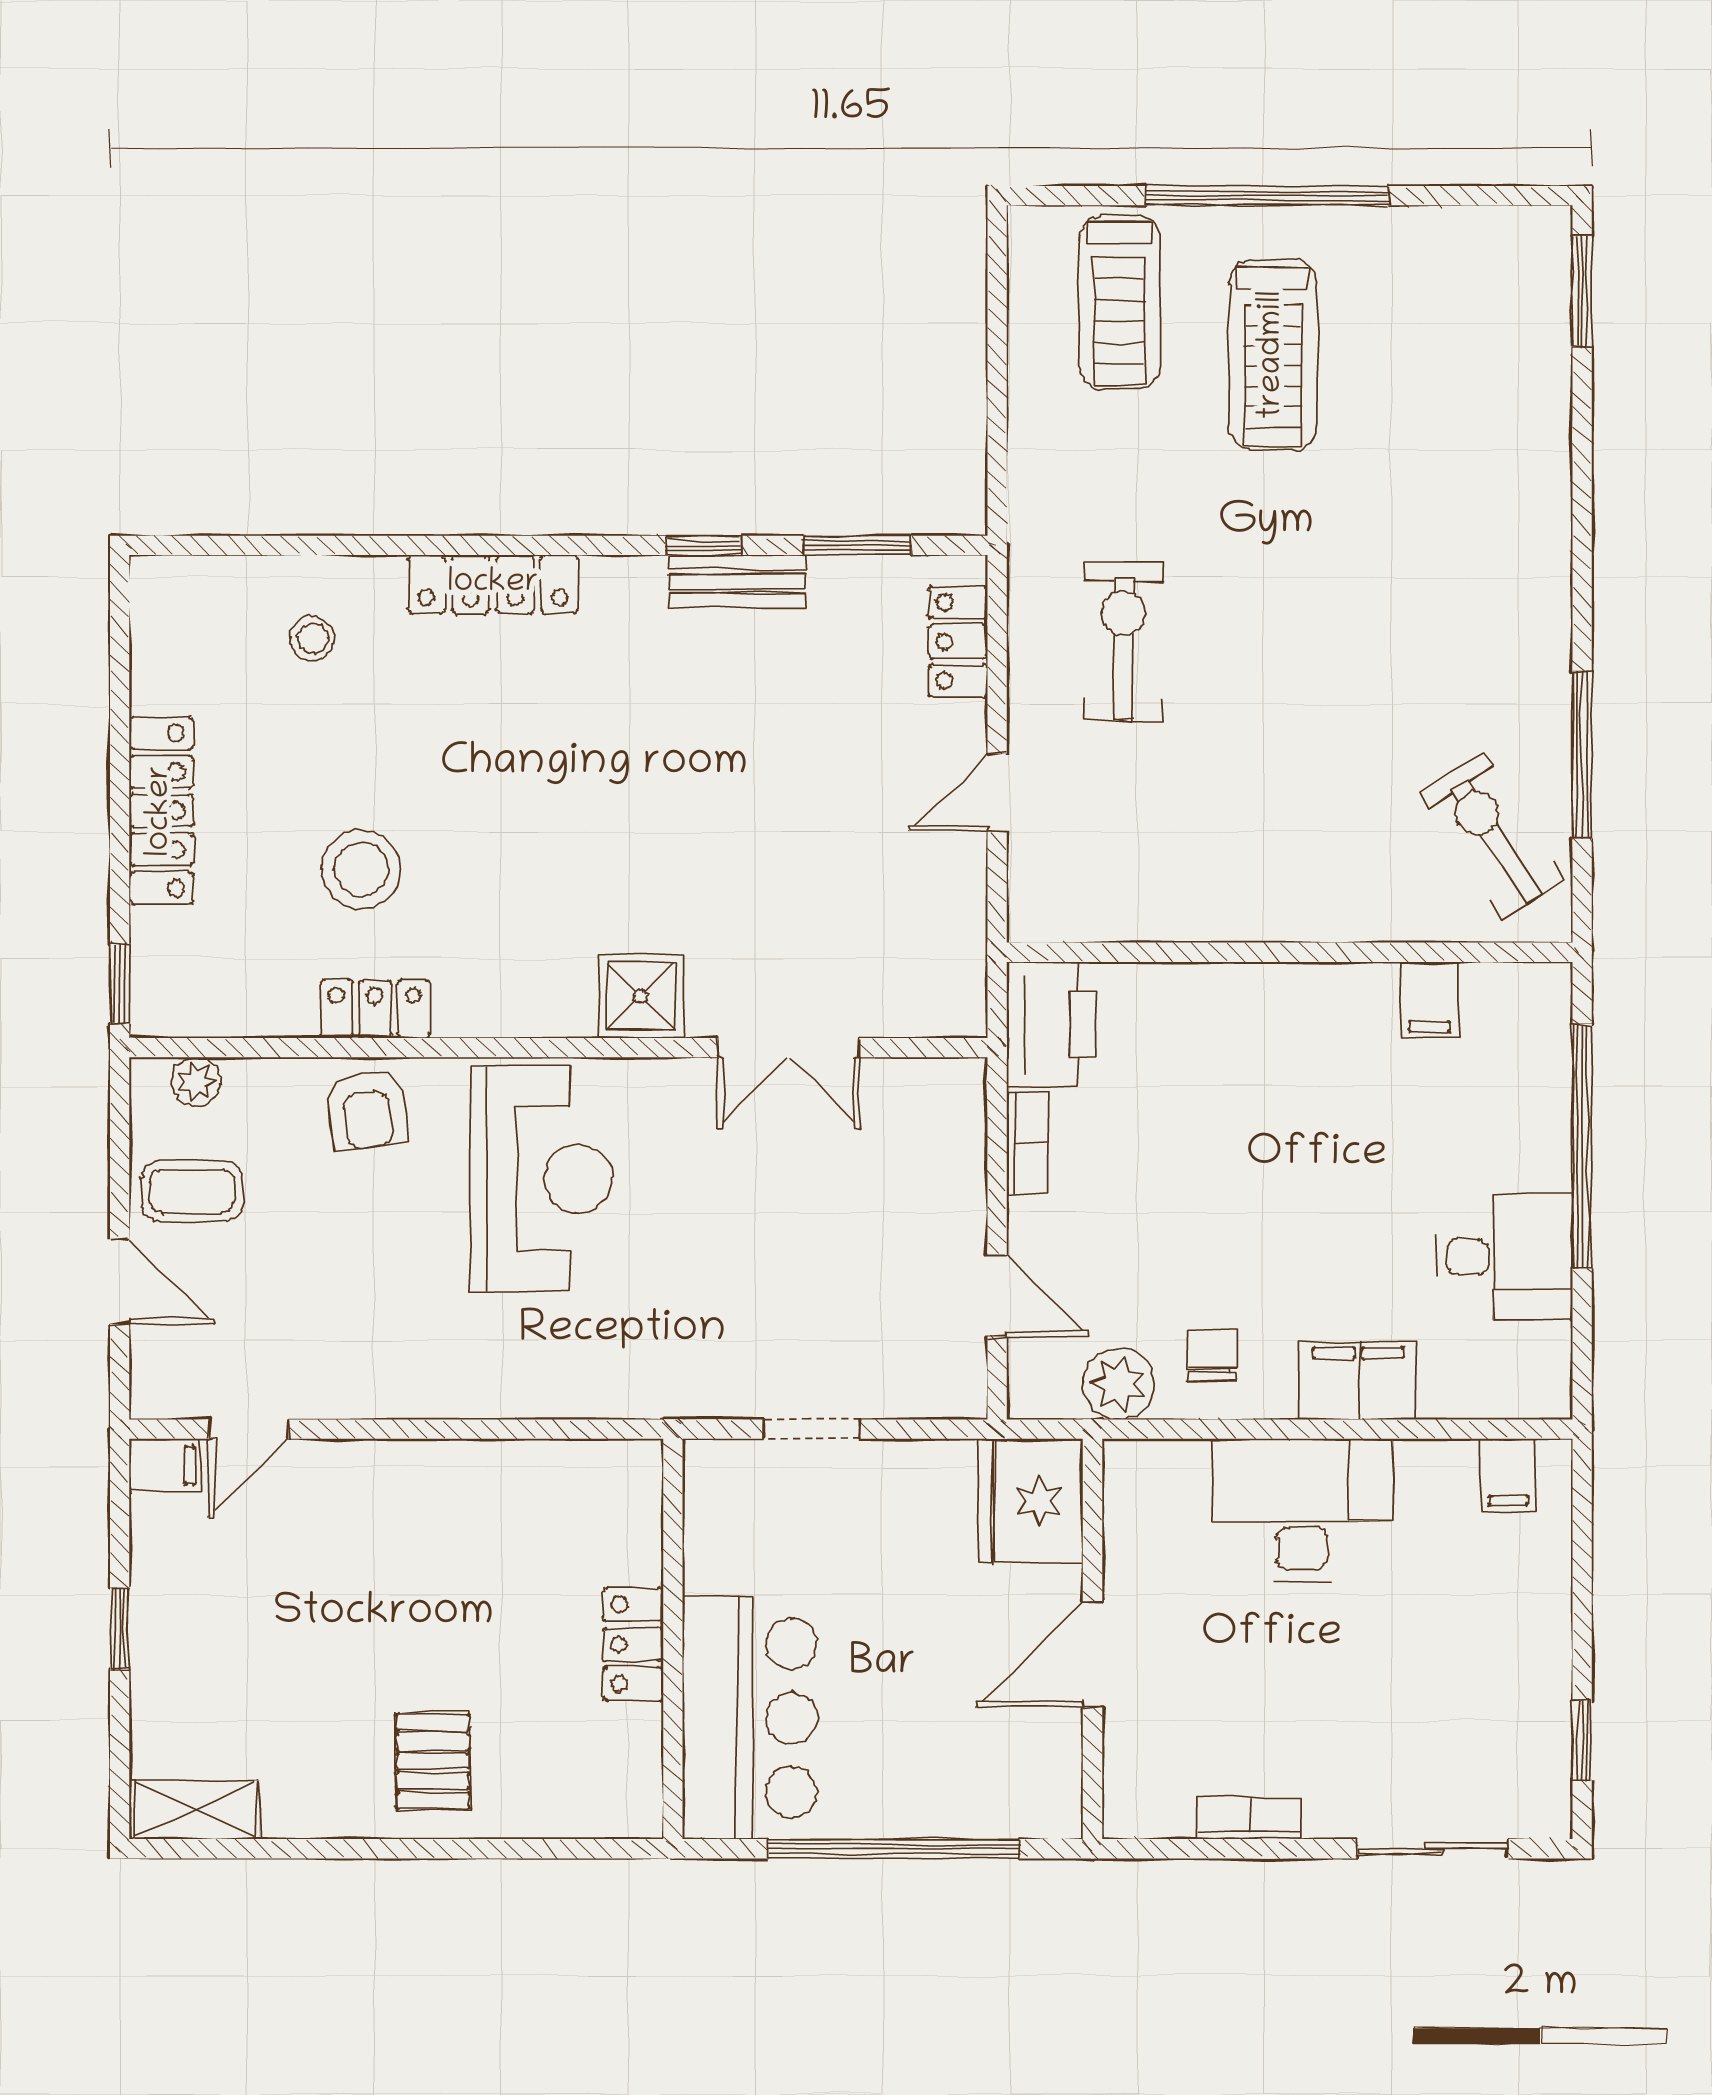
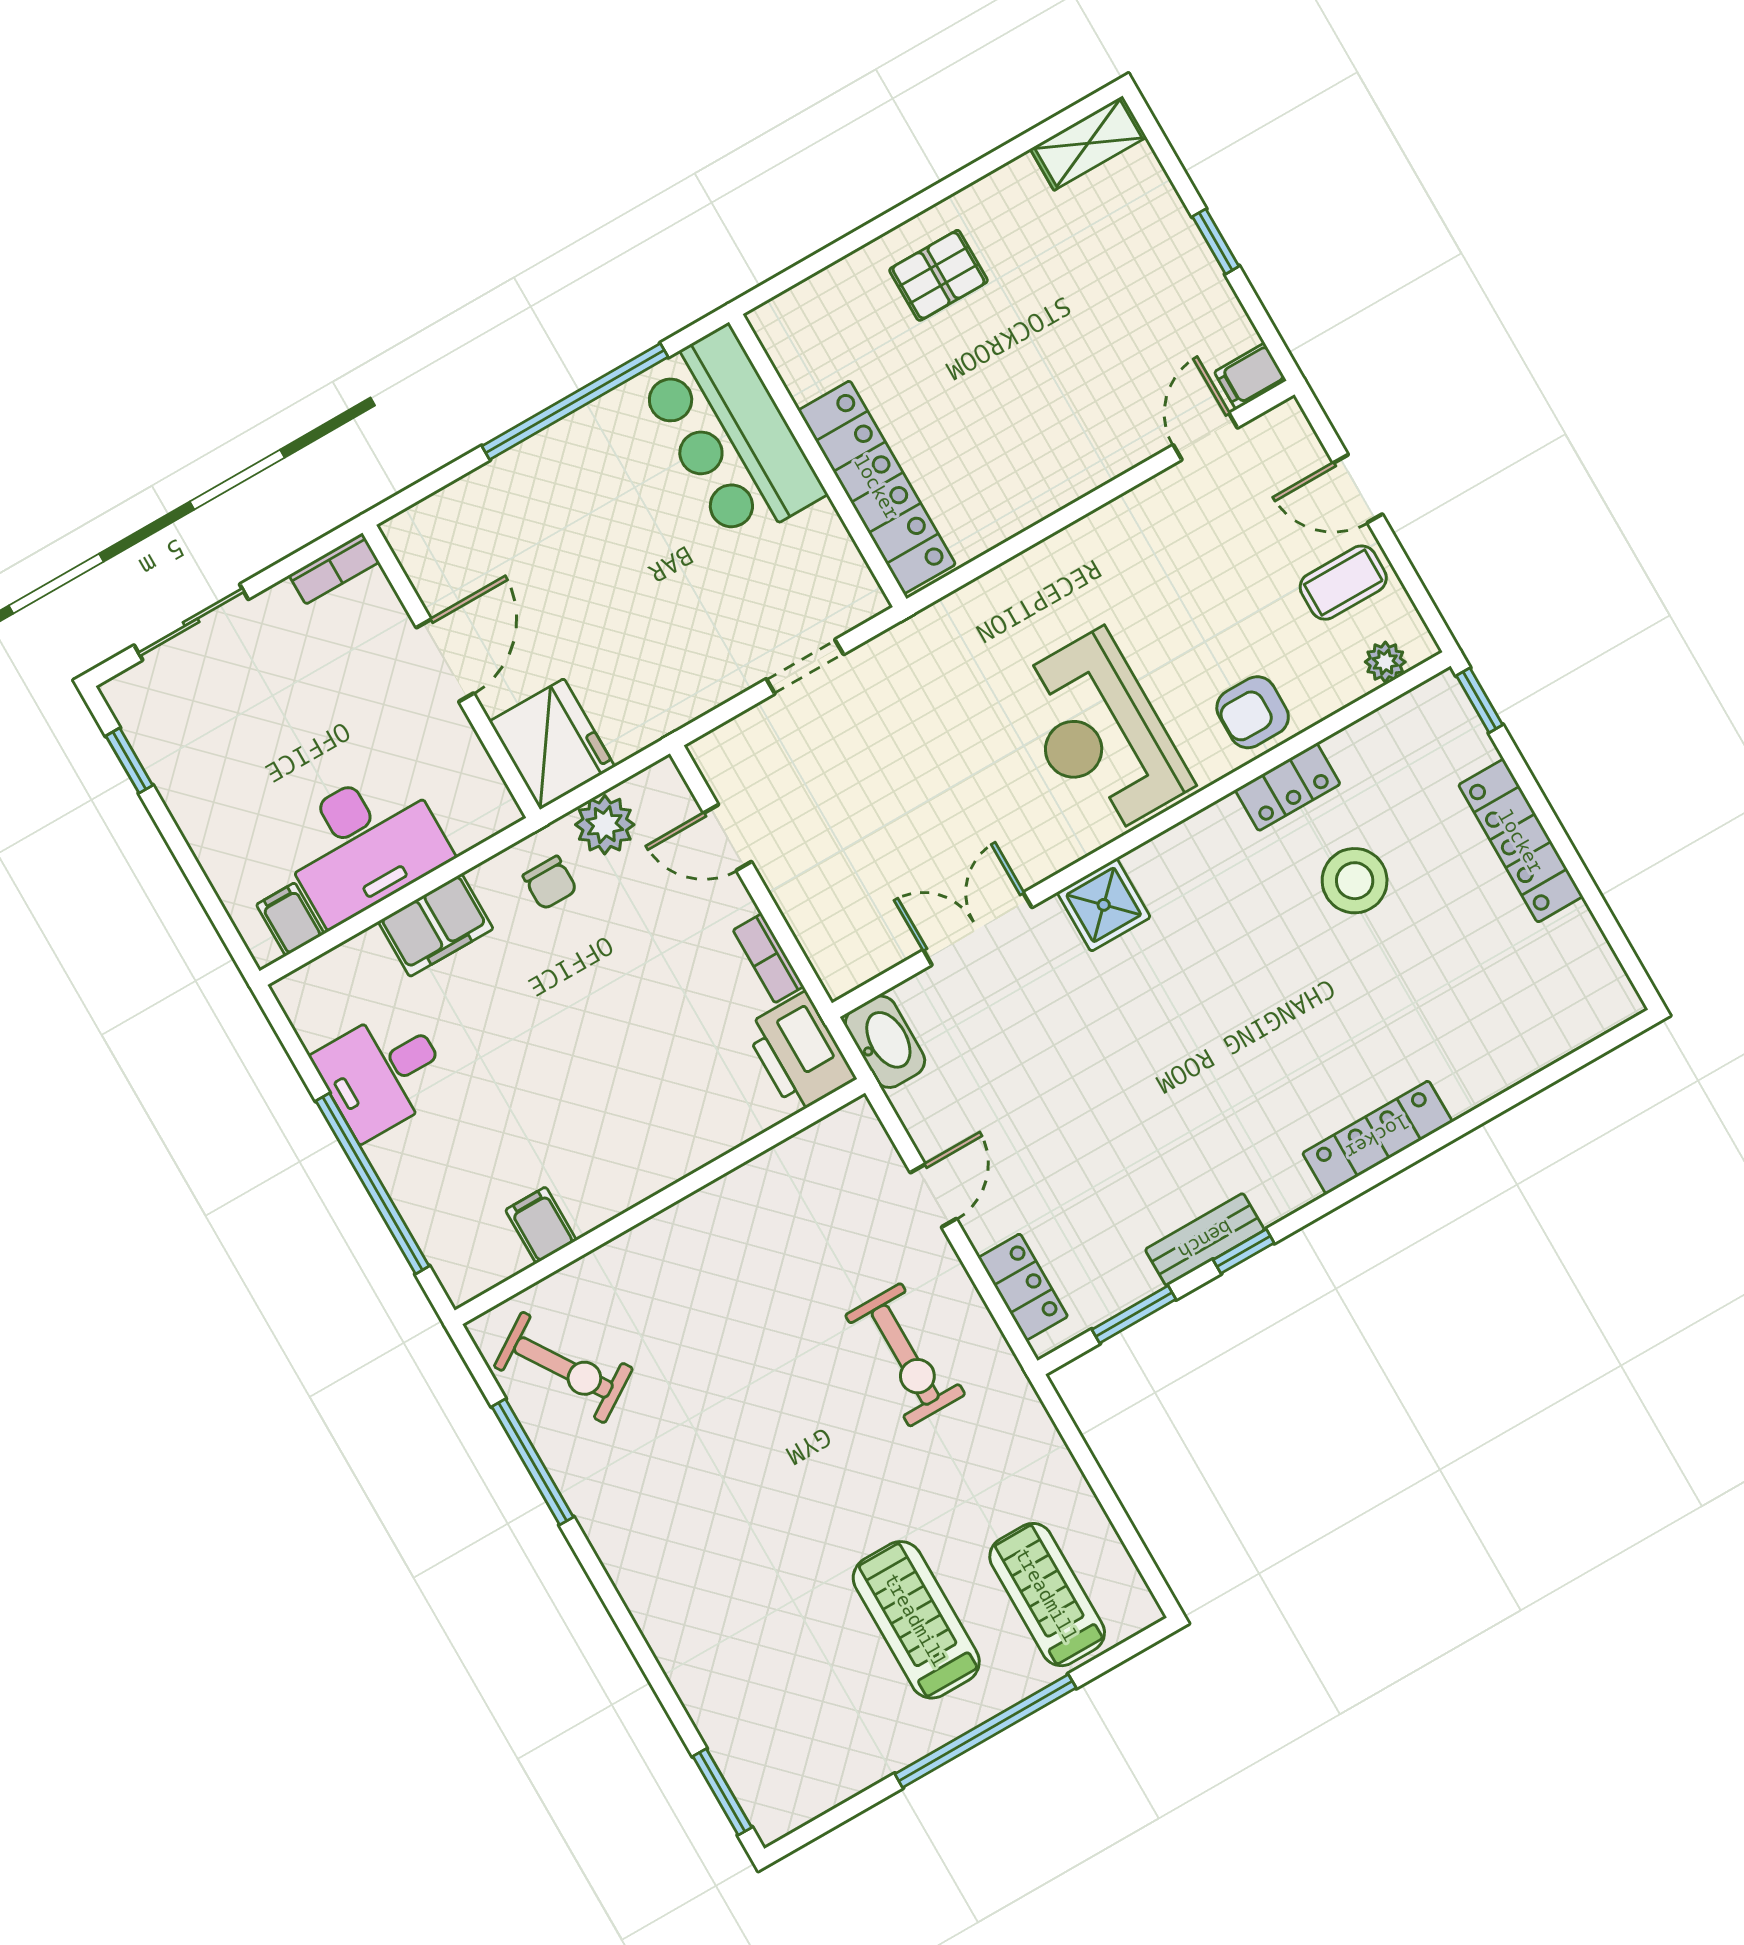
stool: (312, 639) -> (1484, 1025), removed
washbasin: (955, 984) -> (885, 1042), added
armchair: (367, 1109) -> (1253, 712), turned -82
fridge: (1030, 1501) -> (552, 744), moved
desk: (1302, 1510) -> (363, 844), moved
wall: (1092, 1639) -> (451, 671), moved
locker: (633, 1644) -> (877, 487), width x2.16, depth x1.21
door: (1092, 1654) -> (445, 660), moved
pallet: (433, 1761) -> (939, 275), turned 90

